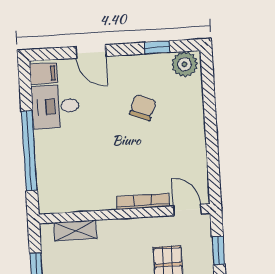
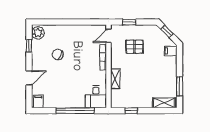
desk: (55, 106) -> (96, 97), moved
shelving: (75, 230) -> (115, 79), moved

